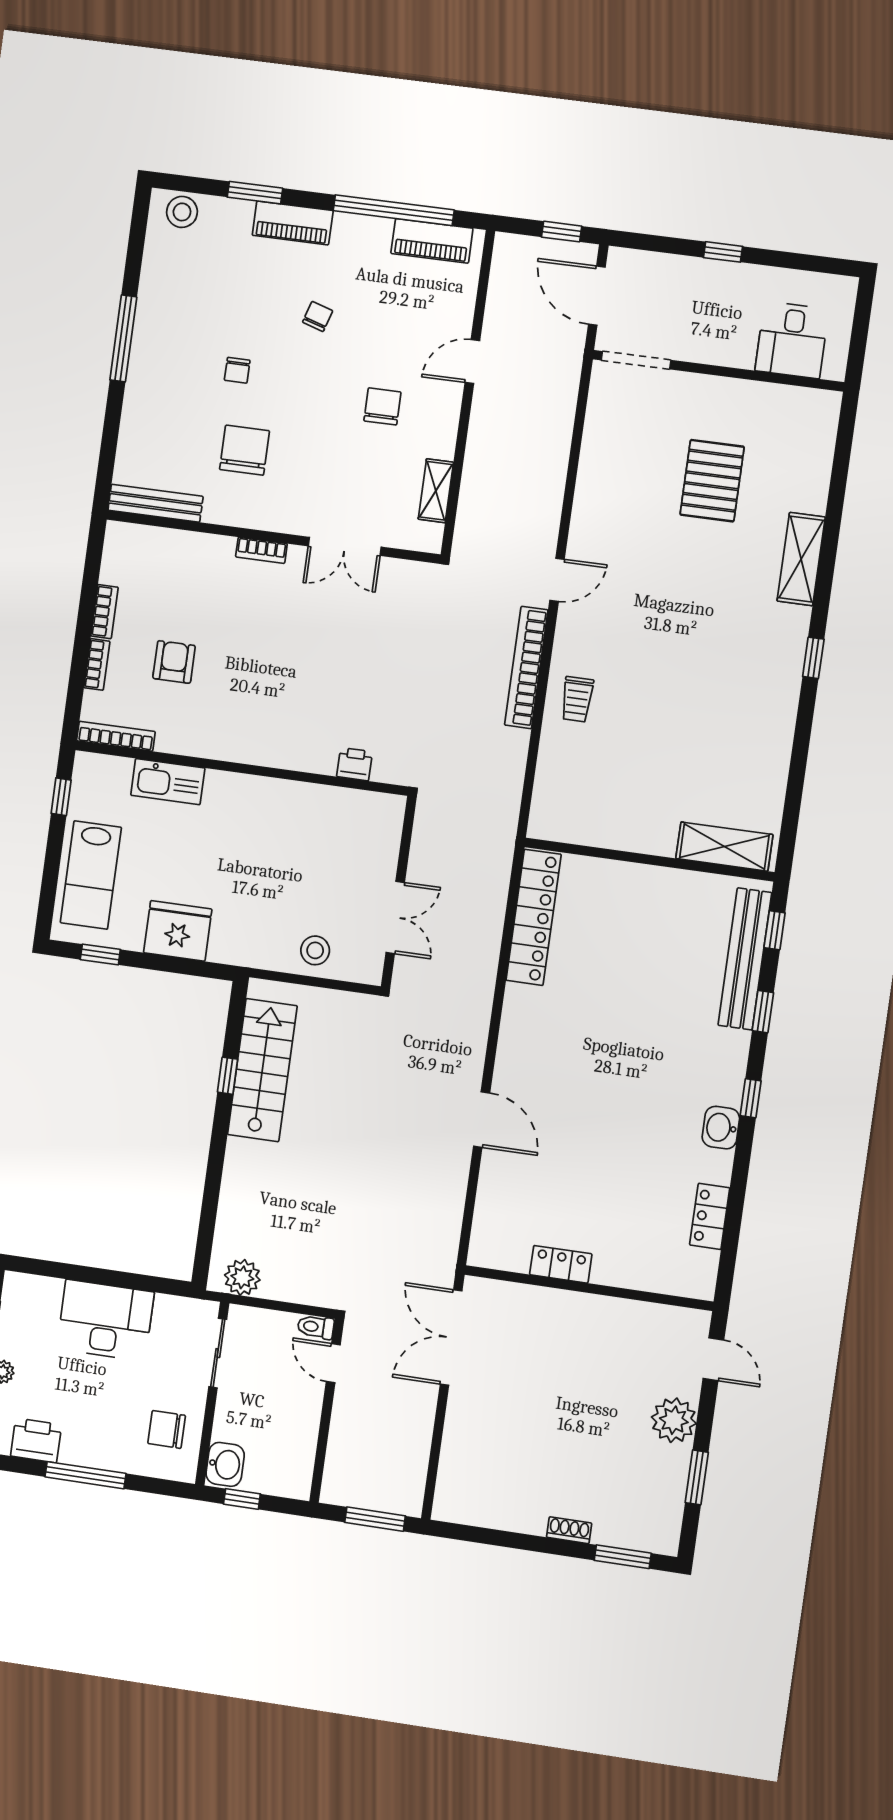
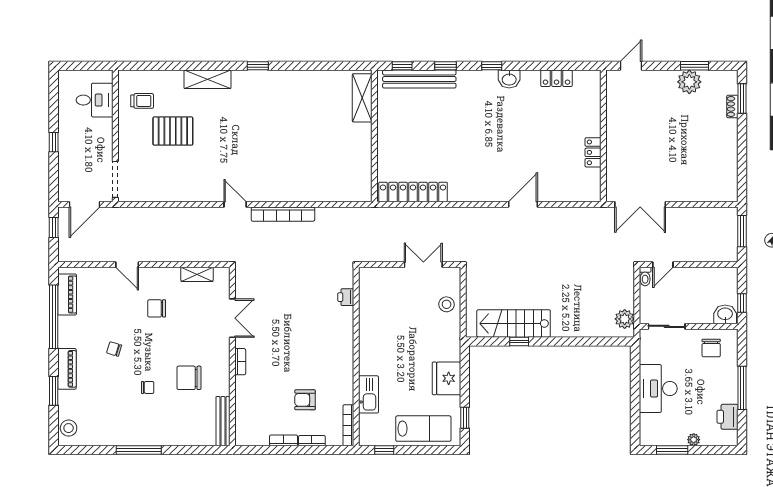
trolley: (577, 699) -> (142, 101), moved
plant: (674, 1420) -> (689, 82), moved
shoe rack: (569, 1530) -> (732, 107), moved

